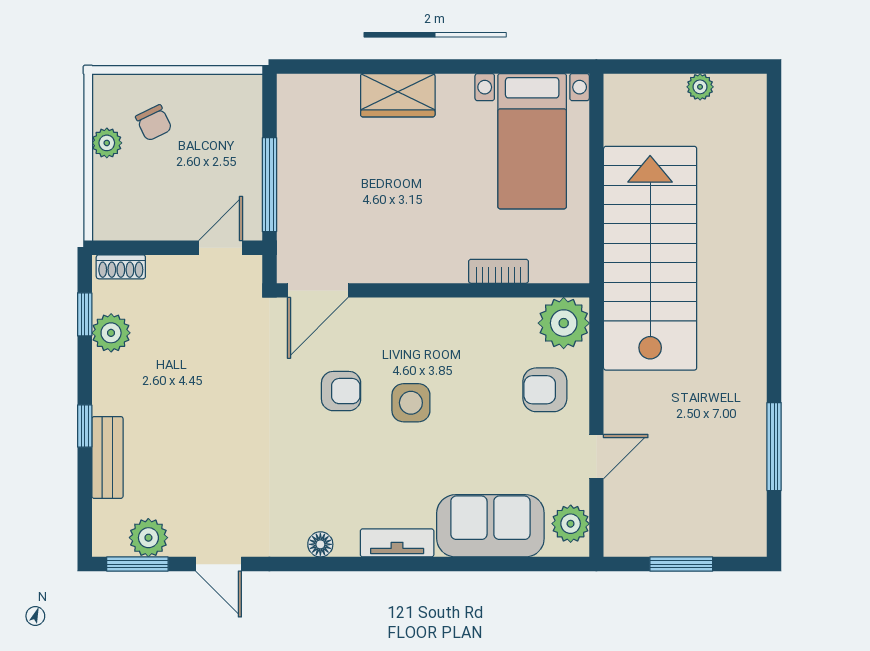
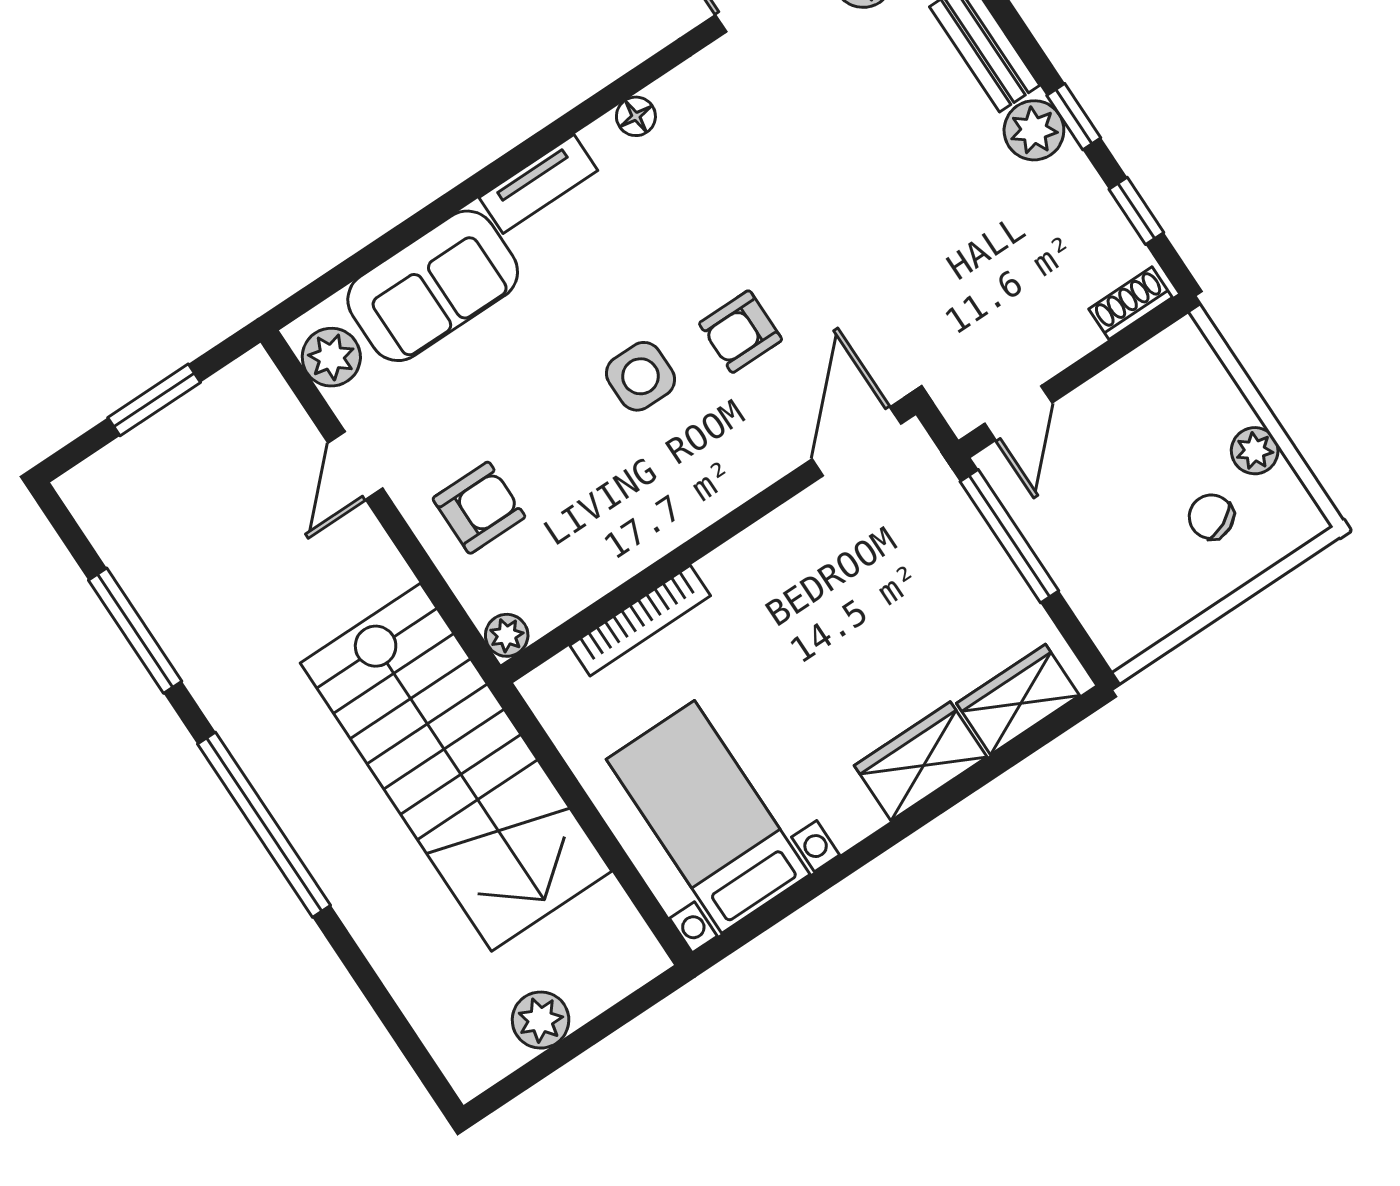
plant: (700, 87) -> (541, 1020), width x1.38, depth x1.38
wardrobe: (323, 94) -> (1018, 699), added
bookcase: (498, 271) -> (640, 621), width x1.56
window: (774, 296) -> (264, 825), added
plant: (564, 323) -> (507, 635), width x0.53, depth x0.53
plant: (111, 333) -> (1034, 130), moved
window: (85, 426) -> (1074, 117), moved

